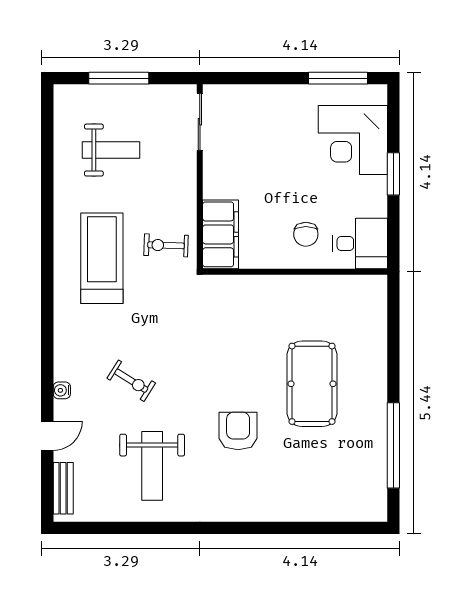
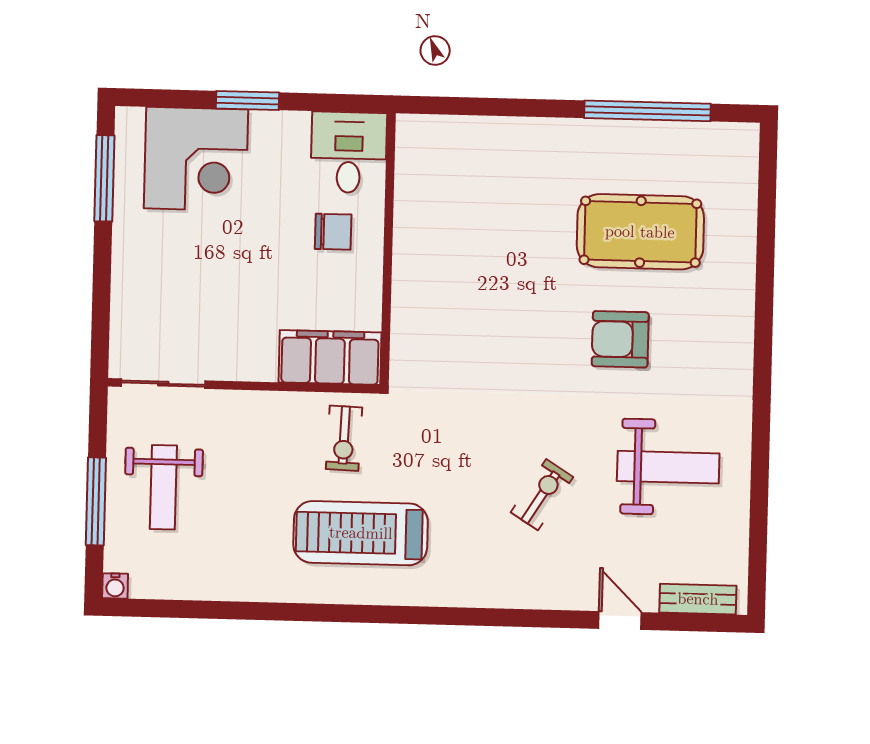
weight bench: (111, 150) -> (163, 487), moved, turned 180
pool table: (312, 384) -> (640, 232), moved
water cooler: (62, 390) -> (115, 586), moved

